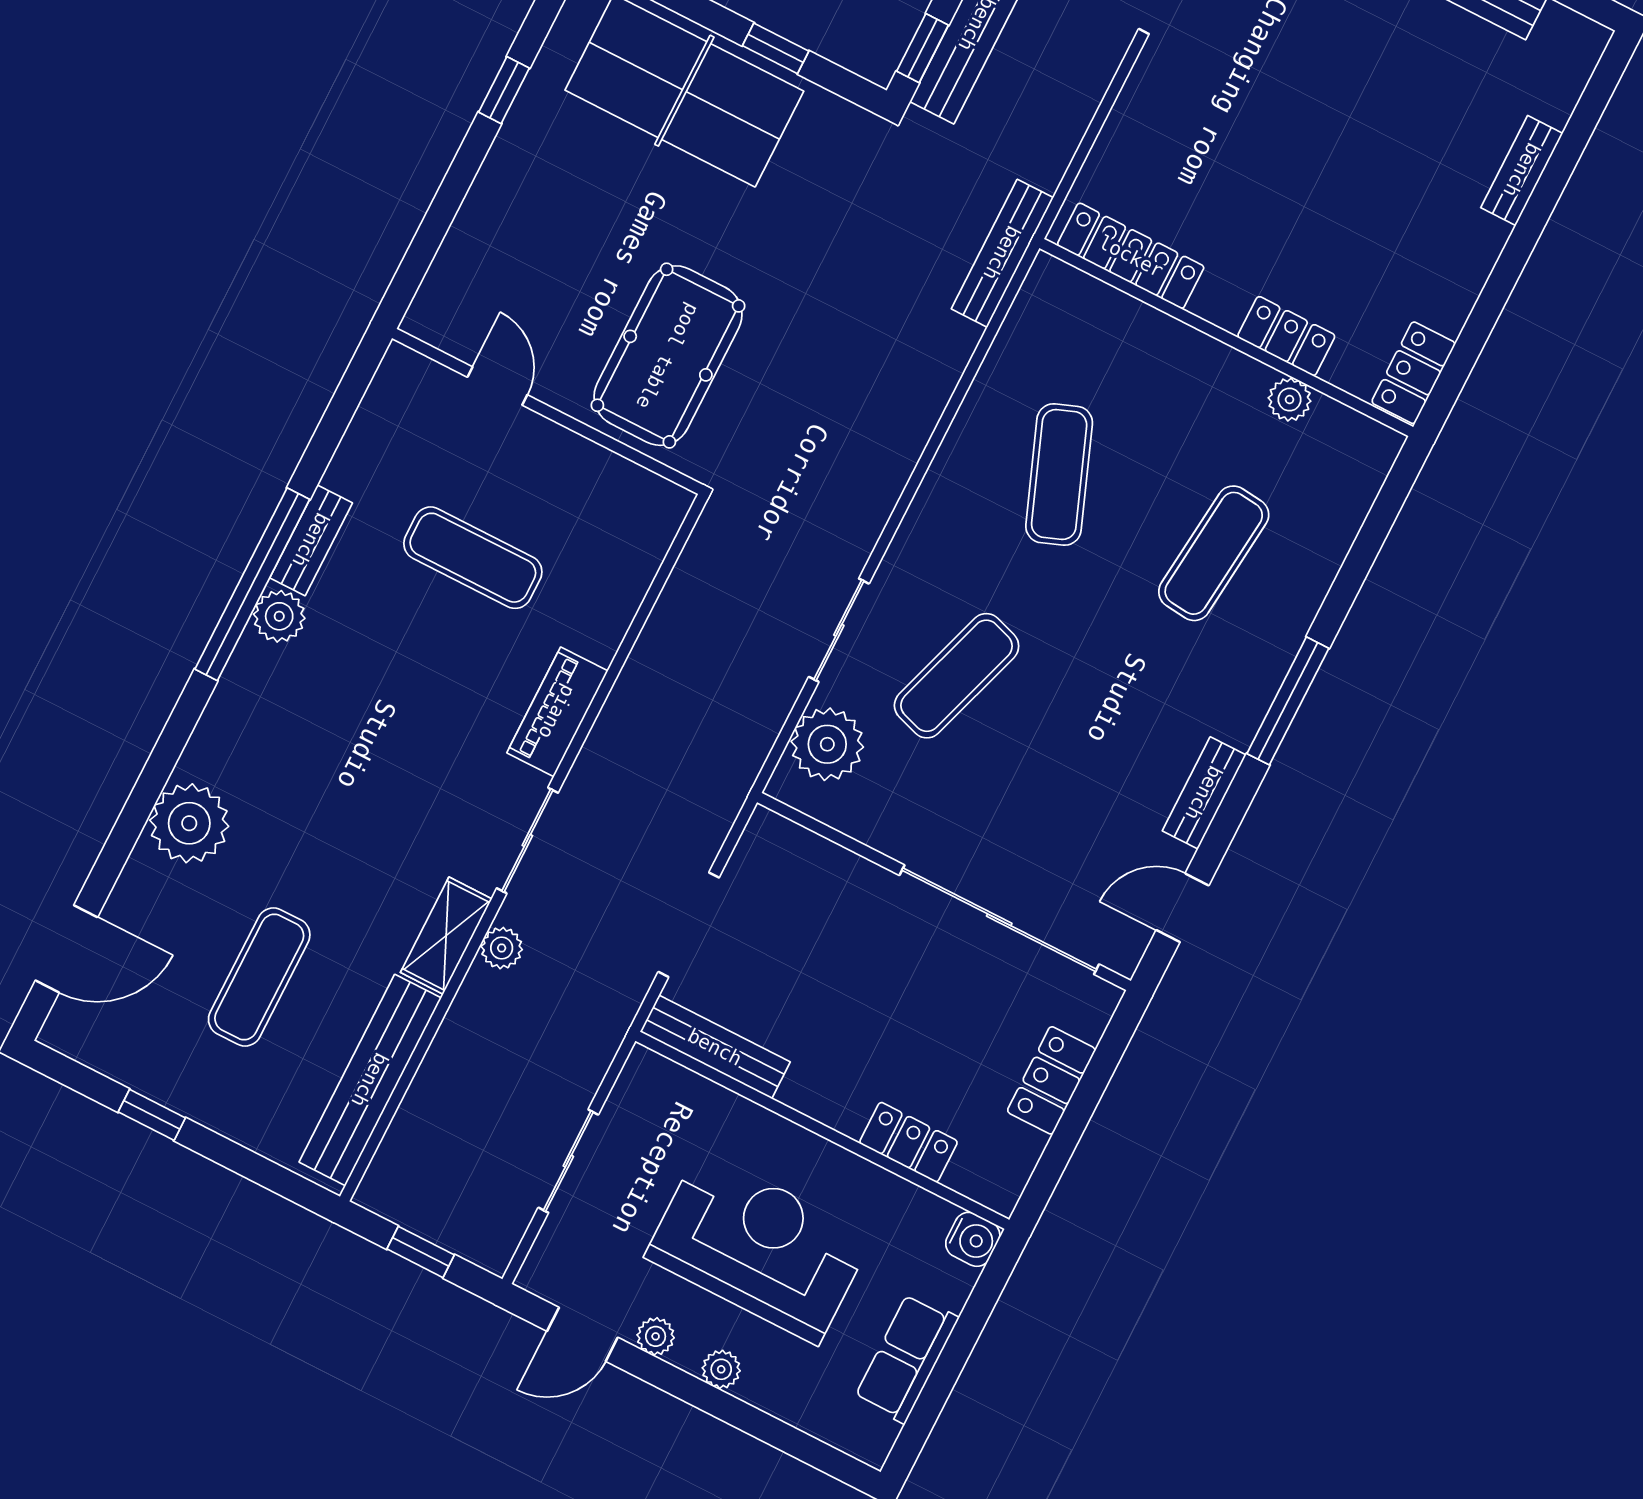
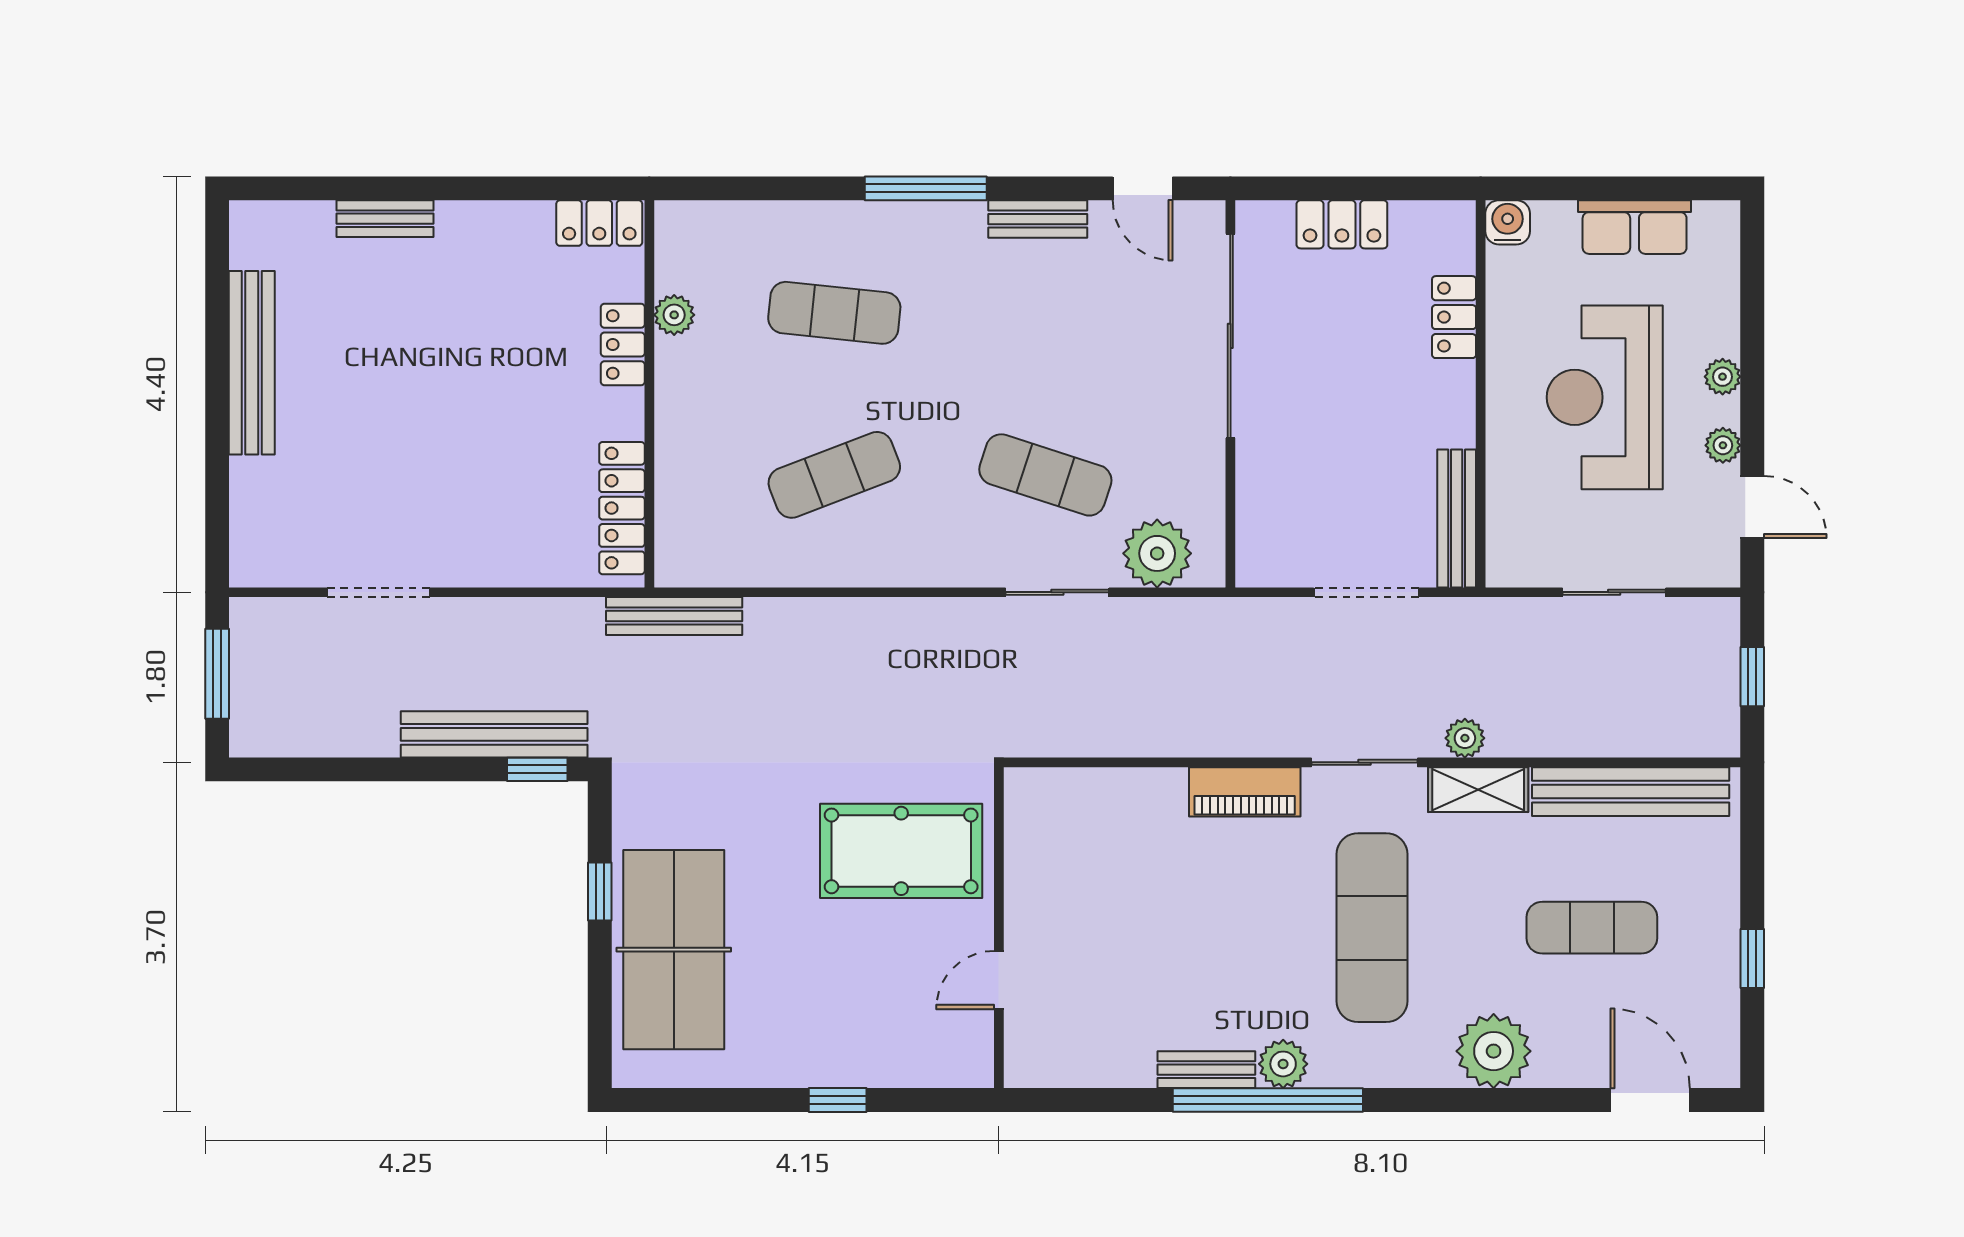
window: (504, 90) -> (838, 1100), moved
exercise mat: (473, 558) -> (1372, 928), moved, width x1.36, depth x1.45

